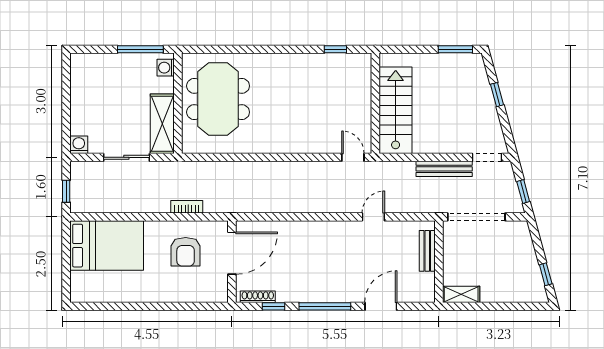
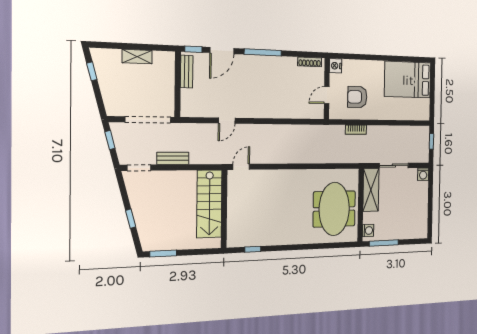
door: (353, 157) -> (241, 167), swing flipped
bench: (444, 169) -> (173, 158), width x0.73
bed: (107, 246) -> (408, 80), moved
bench: (427, 251) -> (187, 72), moved
armchair: (186, 252) -> (357, 97), turned -90
door: (232, 253) -> (327, 95), width x0.53
nightstand: (219, 293) -> (336, 66), added
shelving: (461, 294) -> (137, 57), moved
window: (274, 306) -> (193, 49), moved

